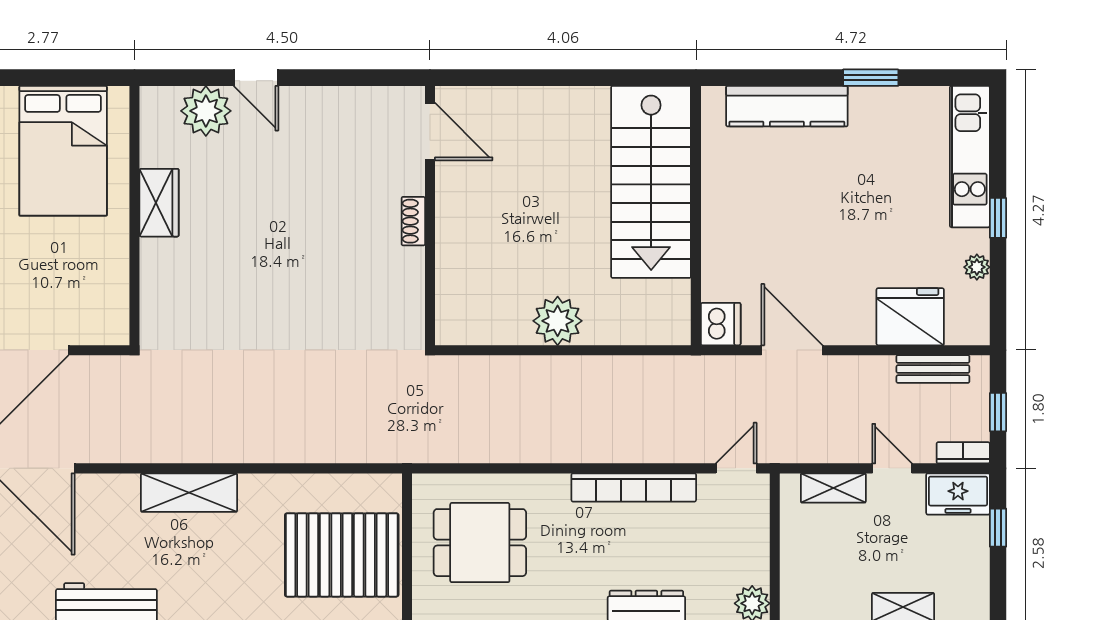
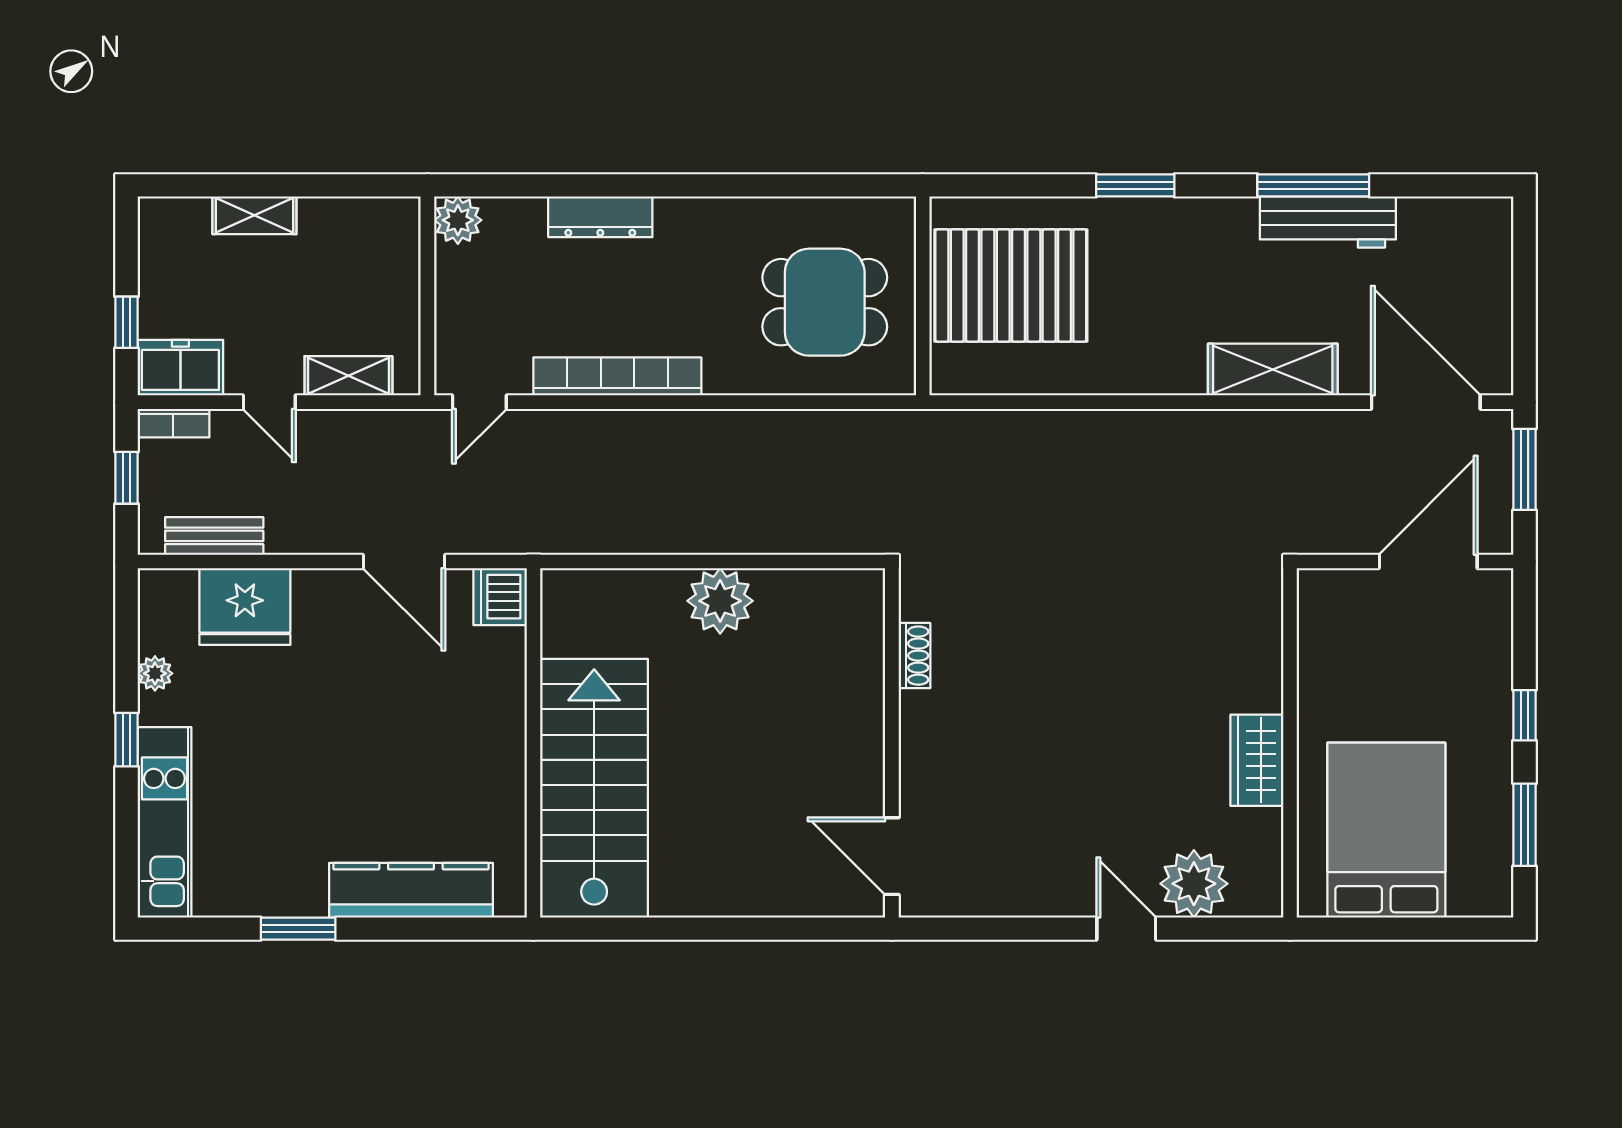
shoe rack: (413, 221) -> (914, 656), moved
shelving: (189, 493) -> (1273, 370), moved

